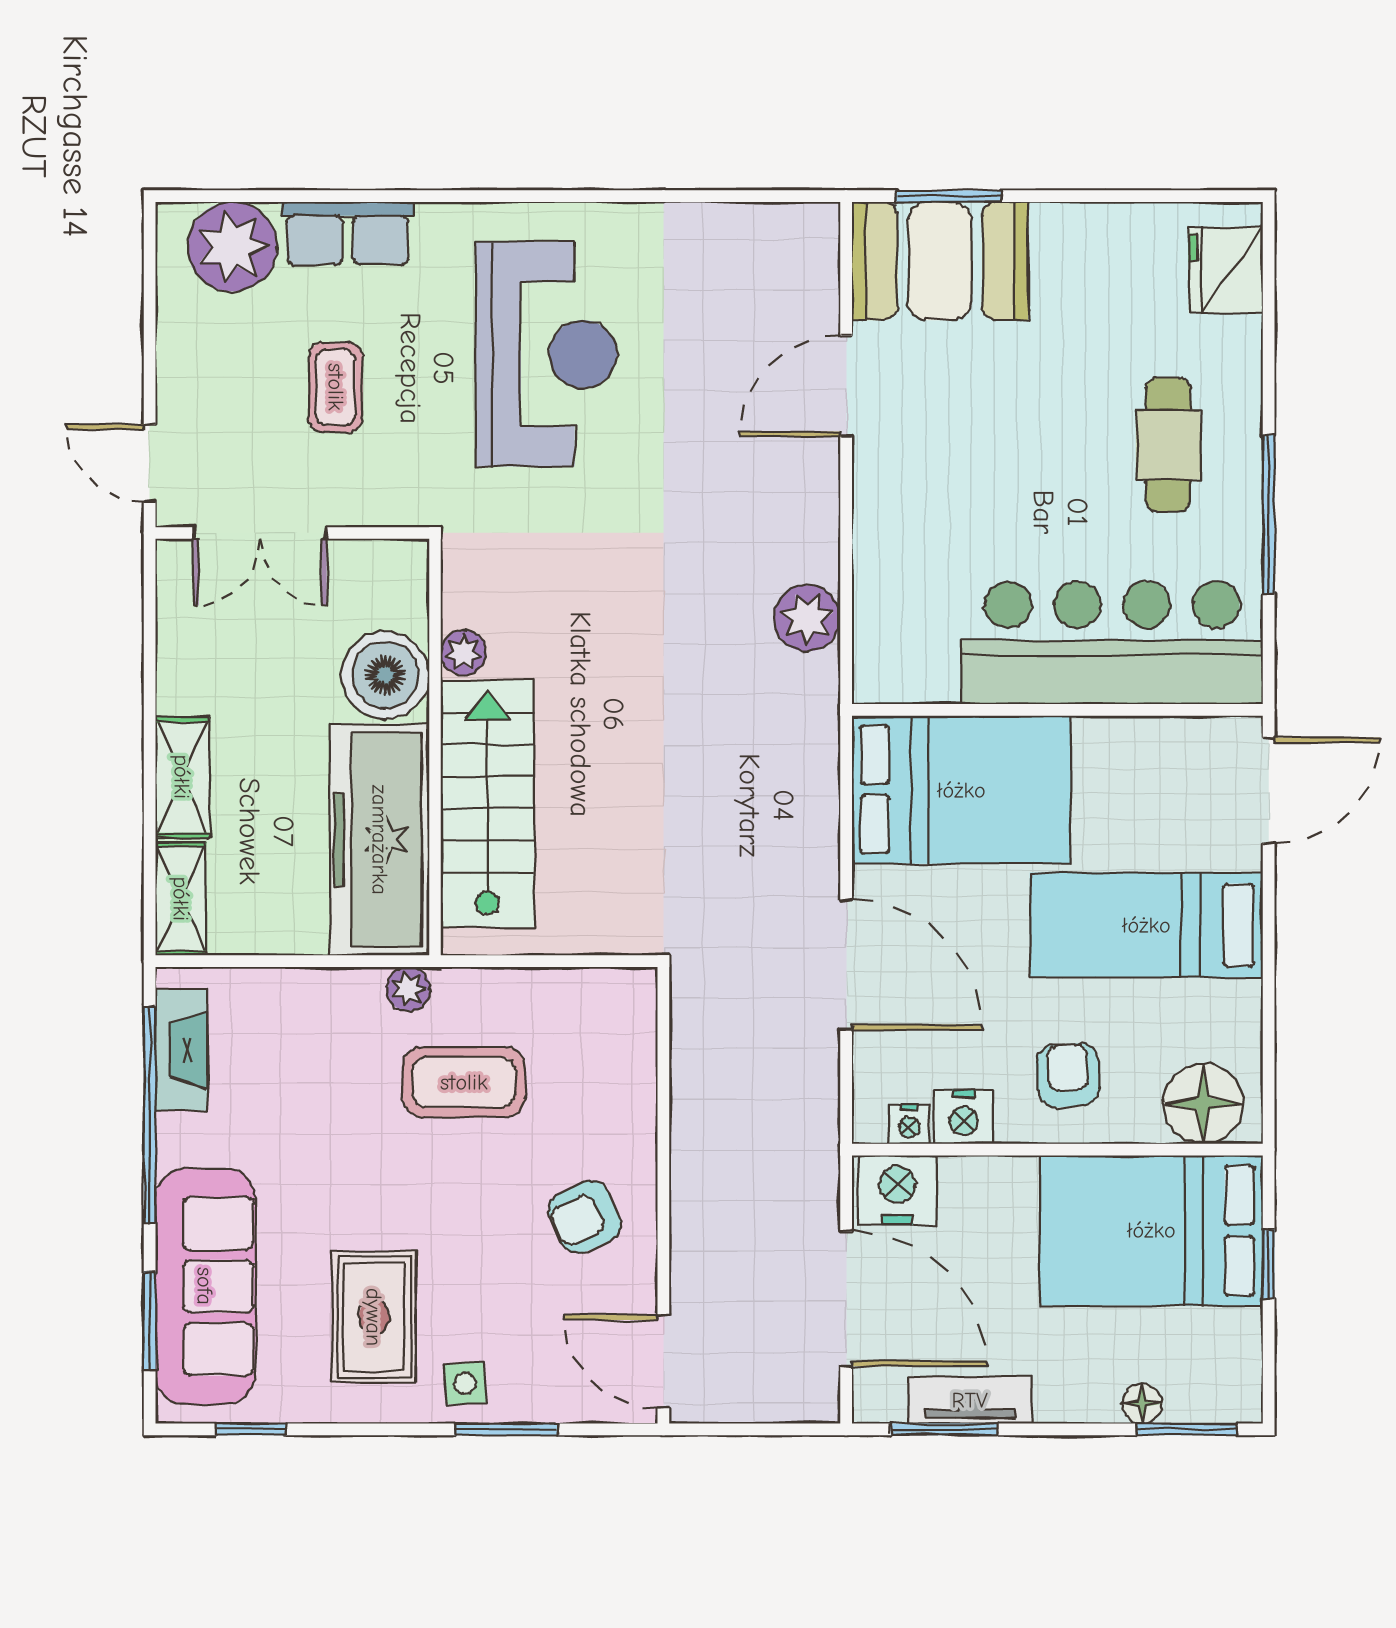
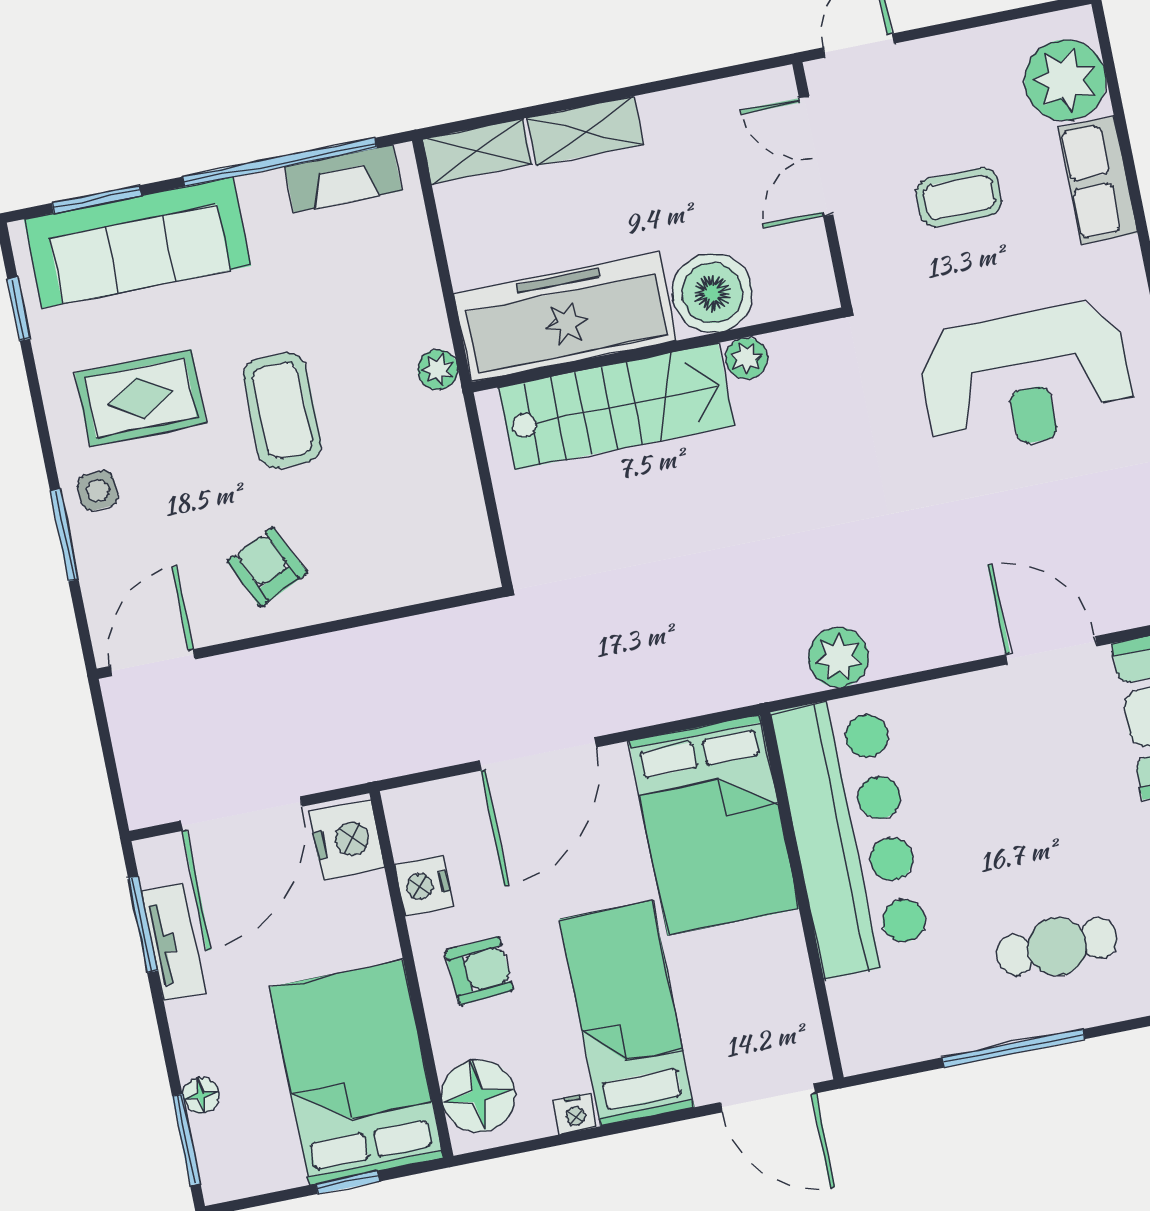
bar counter: (1112, 643) -> (852, 835), moved
coffee table: (464, 1082) -> (282, 411), moved
nightstand: (909, 1124) -> (575, 1113), moved, turned -90

